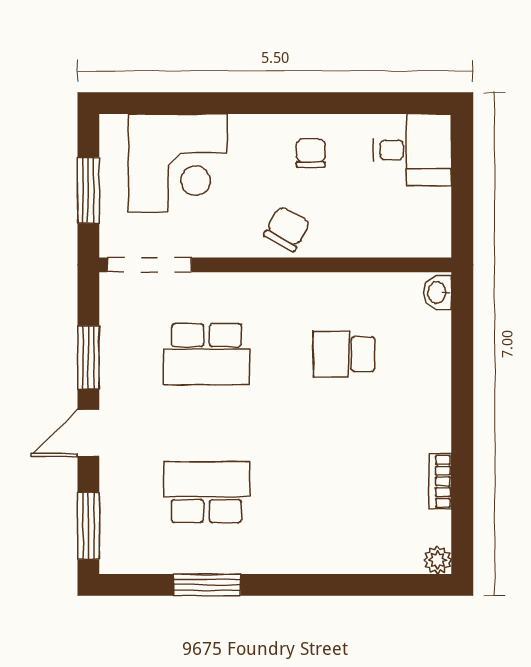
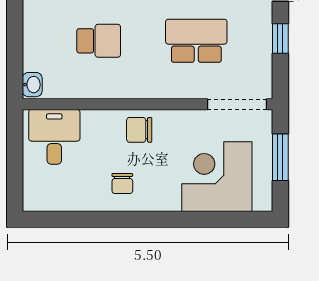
desk: (413, 150) -> (54, 137), moved, turned 90
chair: (287, 229) -> (139, 130), turned 61
window: (88, 357) -> (280, 38), width x0.67

